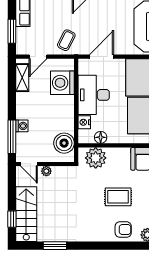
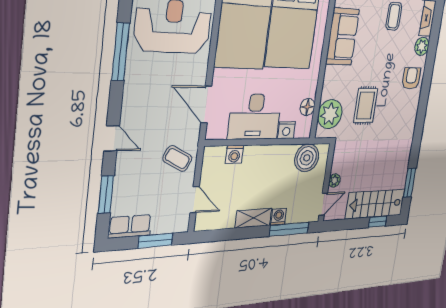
shelving: (22, 78) -> (253, 218), moved
washing machine: (62, 83) -> (234, 154), width x0.53, depth x0.53
rug: (118, 197) -> (366, 106), moved
window: (55, 246) -> (410, 183), moved

